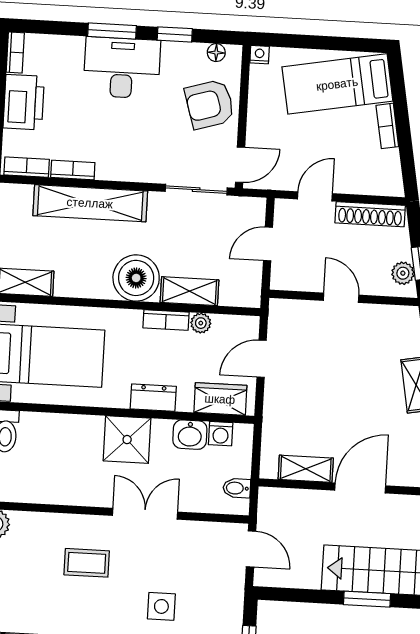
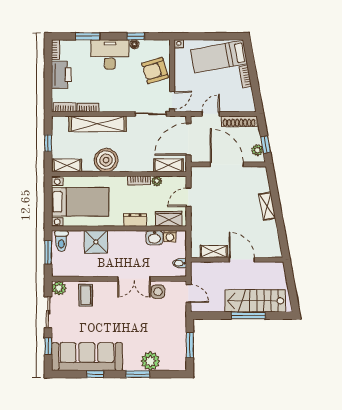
window: (112, 31) -> (88, 36), moved
floor lamp: (216, 53) -> (134, 44), moved
door: (268, 244) -> (188, 139), width x1.88
boiler: (136, 278) -> (106, 160), moved
shelving: (189, 291) -> (169, 165), moved
door: (341, 298) -> (227, 164), width x1.88
shower: (127, 440) -> (96, 242), moved
door: (360, 488) -> (242, 260), hinge flipped
double door: (145, 514) -> (134, 279), swing flipped
coffee table: (87, 563) -> (86, 295), moved, turned 90
window: (367, 599) -> (248, 316), width x1.44
side table: (161, 606) -> (158, 292), moved

